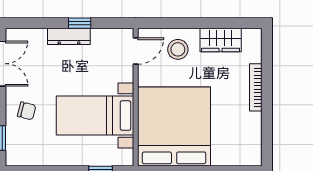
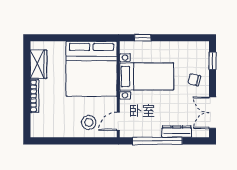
window: (80, 23) -> (157, 141), width x3.17
dresser: (69, 36) -> (177, 132), moved
wardrobe: (221, 40) -> (39, 64), moved, turned 90

